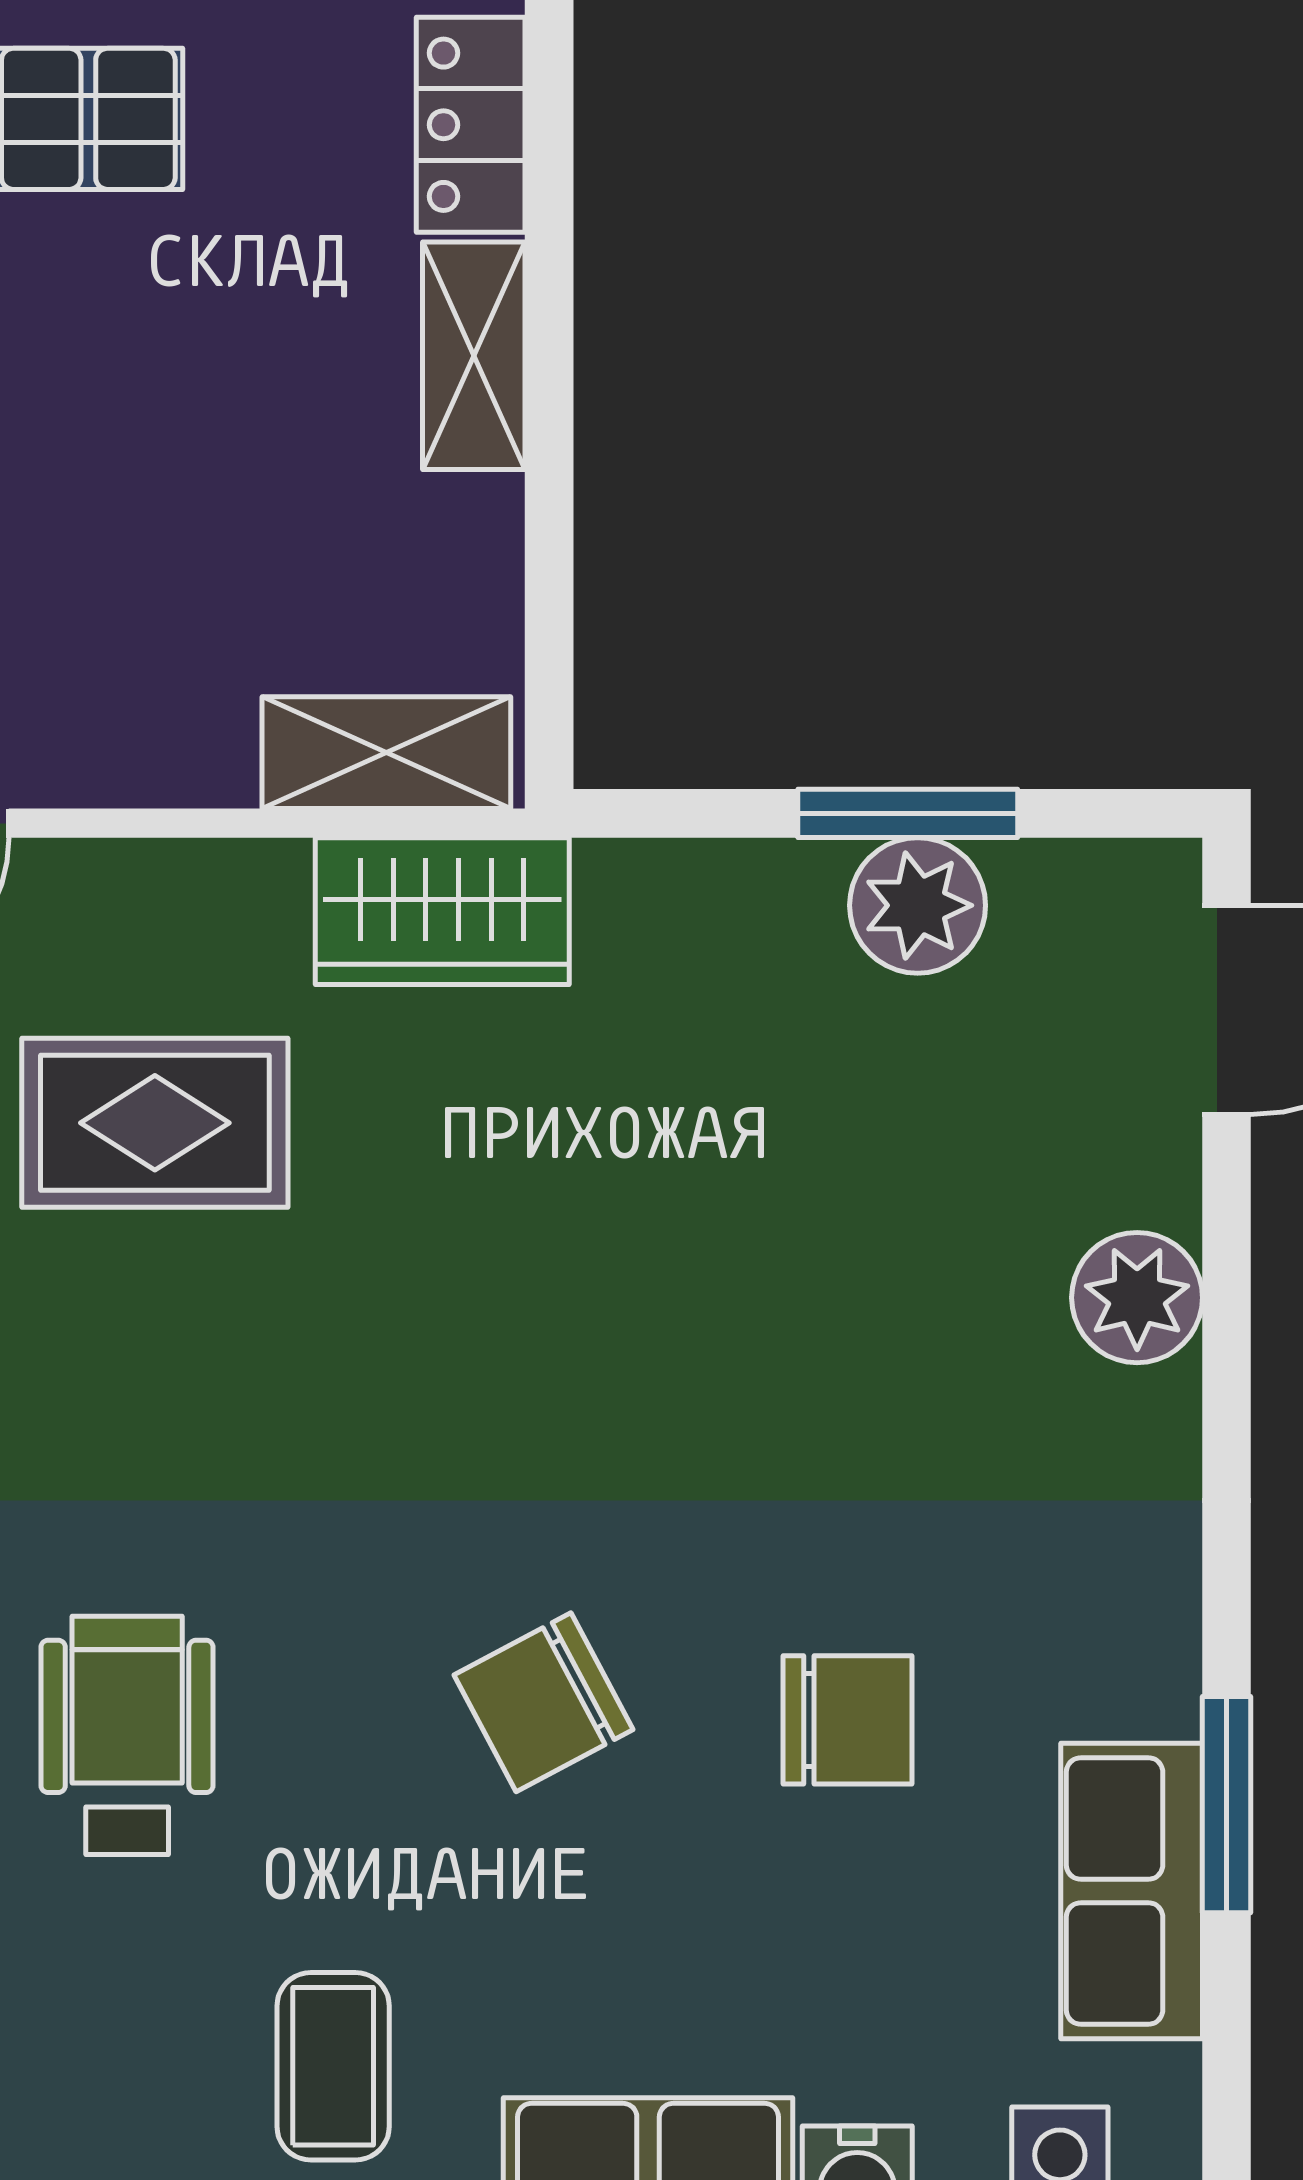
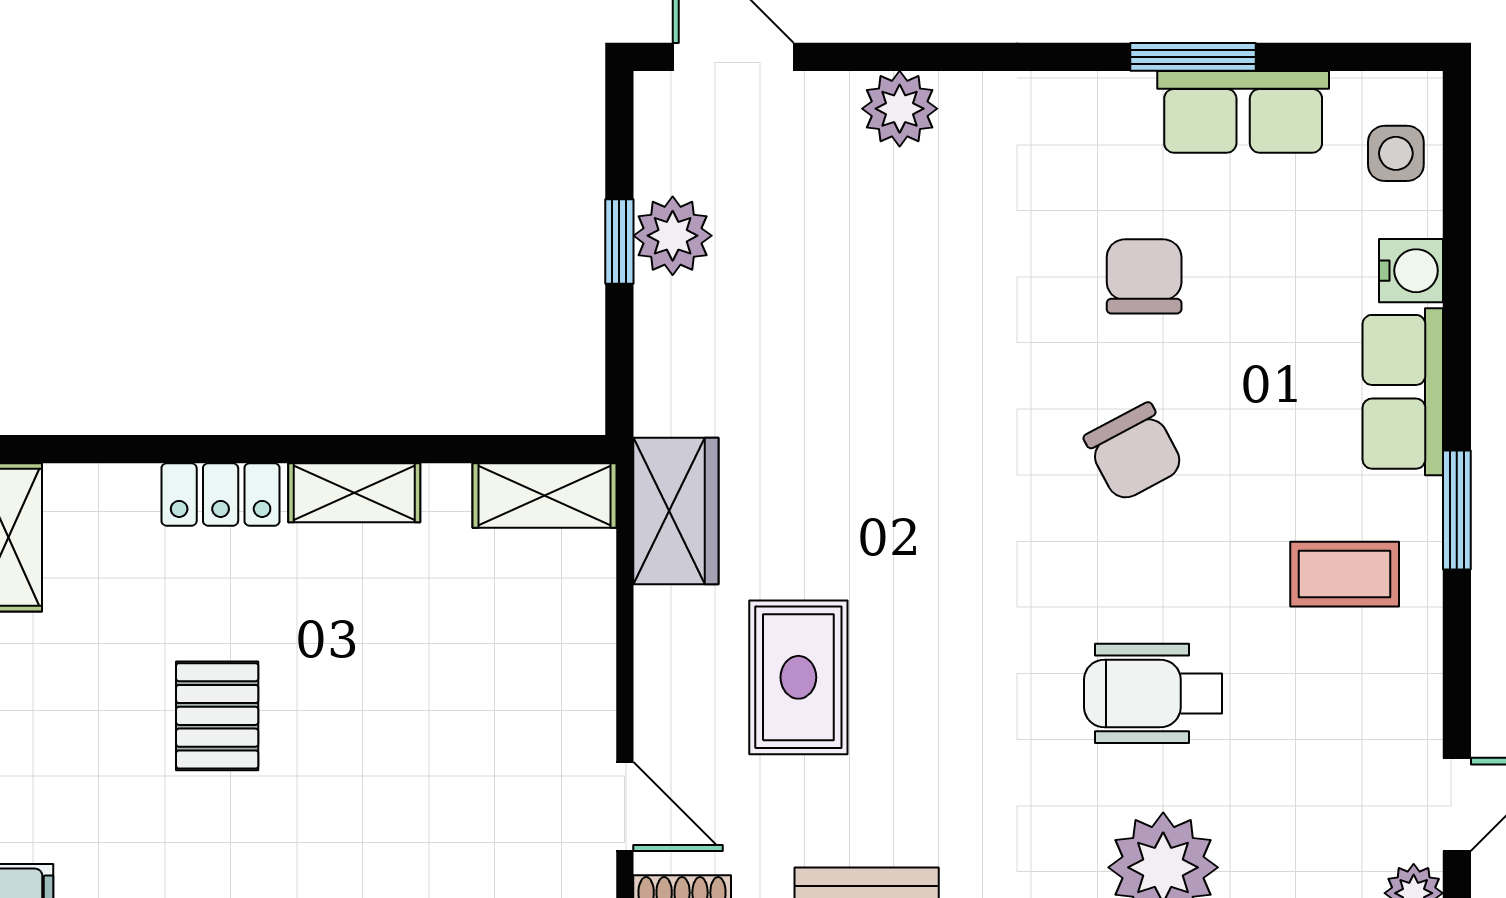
shelving: (386, 753) -> (545, 495), moved, turned 90
window: (908, 813) -> (619, 241), width x0.67

